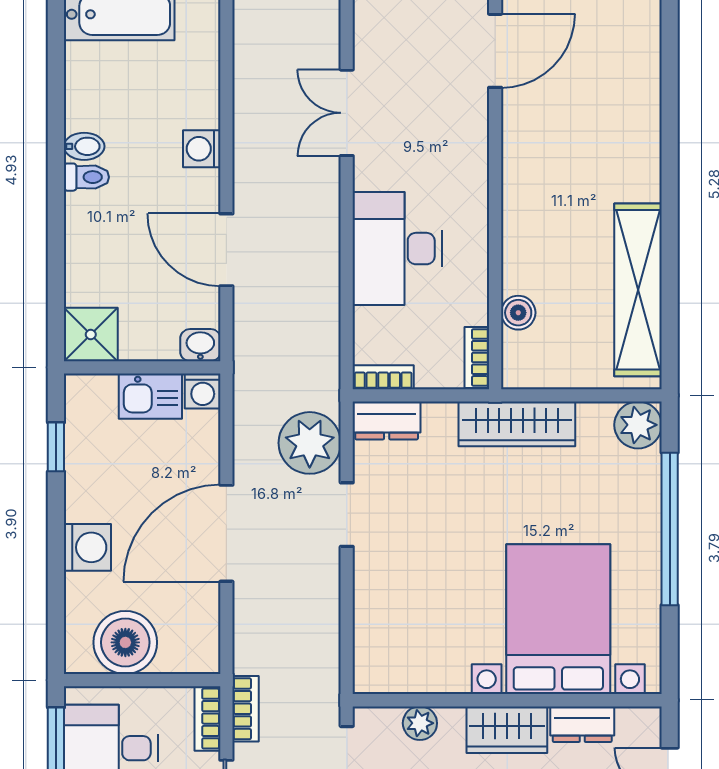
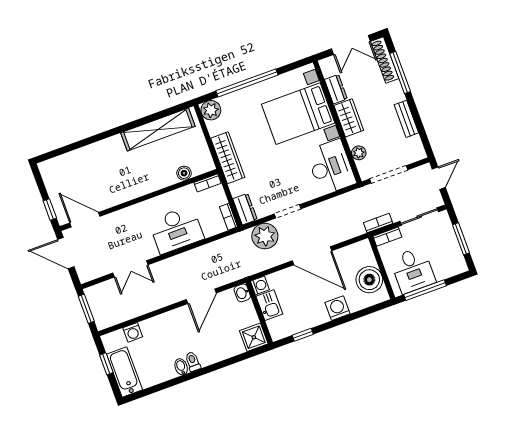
washing machine: (202, 149) -> (133, 332), moved
desk: (411, 649) -> (331, 167), added

